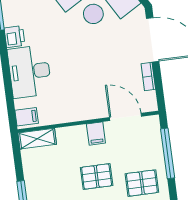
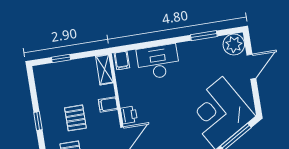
printer: (15, 37) -> (129, 115), moved, turned -90
filing cabinet: (96, 134) -> (108, 104), moved

